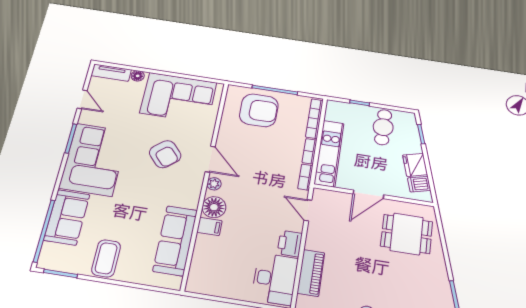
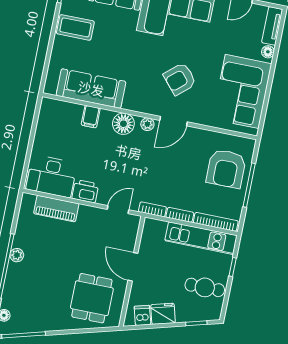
kitchen unit: (329, 153) -> (201, 238), moved
filing cabinet: (209, 226) -> (91, 117), moved

